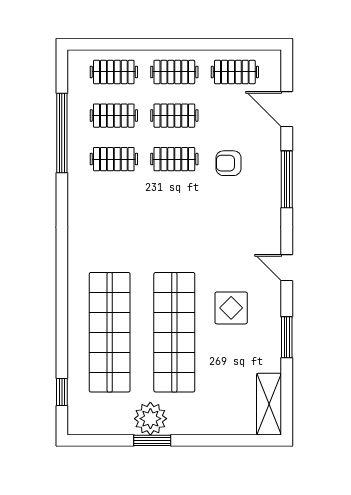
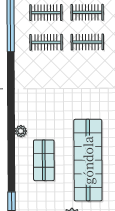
plant: (76, 289) -> (21, 131), added
shop shelf: (110, 332) -> (44, 160), width x0.50, depth x0.74

